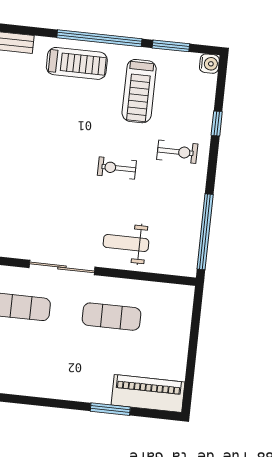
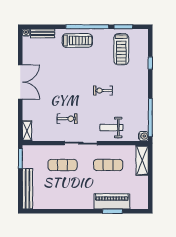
water cooler: (209, 64) -> (143, 136), moved
treadmill: (139, 91) -> (121, 49), moved
exercise bike: (177, 152) -> (67, 119), moved
shelving: (180, 314) -> (142, 160), added
piano: (148, 393) -> (112, 201), moved

